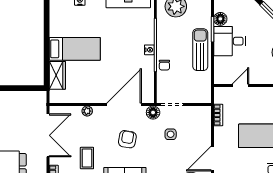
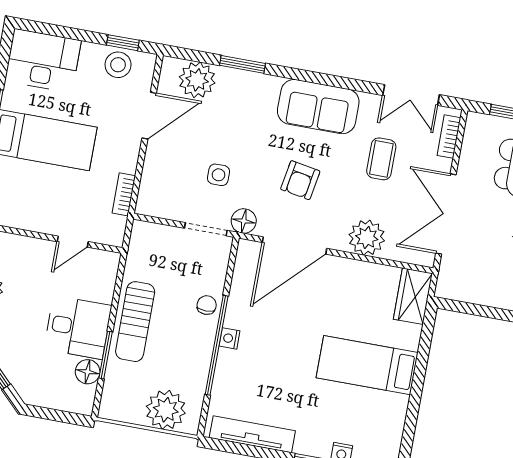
wardrobe: (57, 75) -> (413, 296), moved
plant: (87, 111) -> (367, 238), width x1.88, depth x1.88

